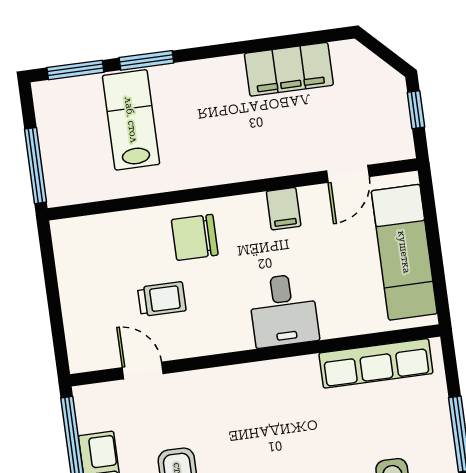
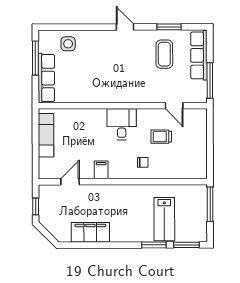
chair: (195, 237) -> (143, 162), width x0.54, depth x0.54
exam couch: (404, 252) -> (46, 135), width x0.73, depth x0.69
desk: (284, 310) -> (122, 124), moved
row of seats: (376, 363) -> (46, 78), moved, turned 90

